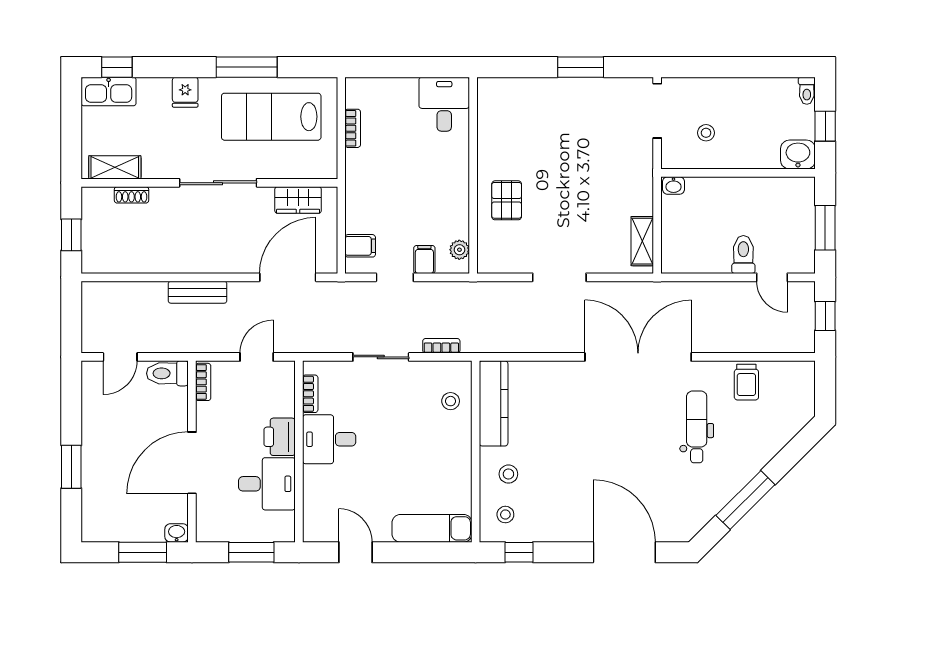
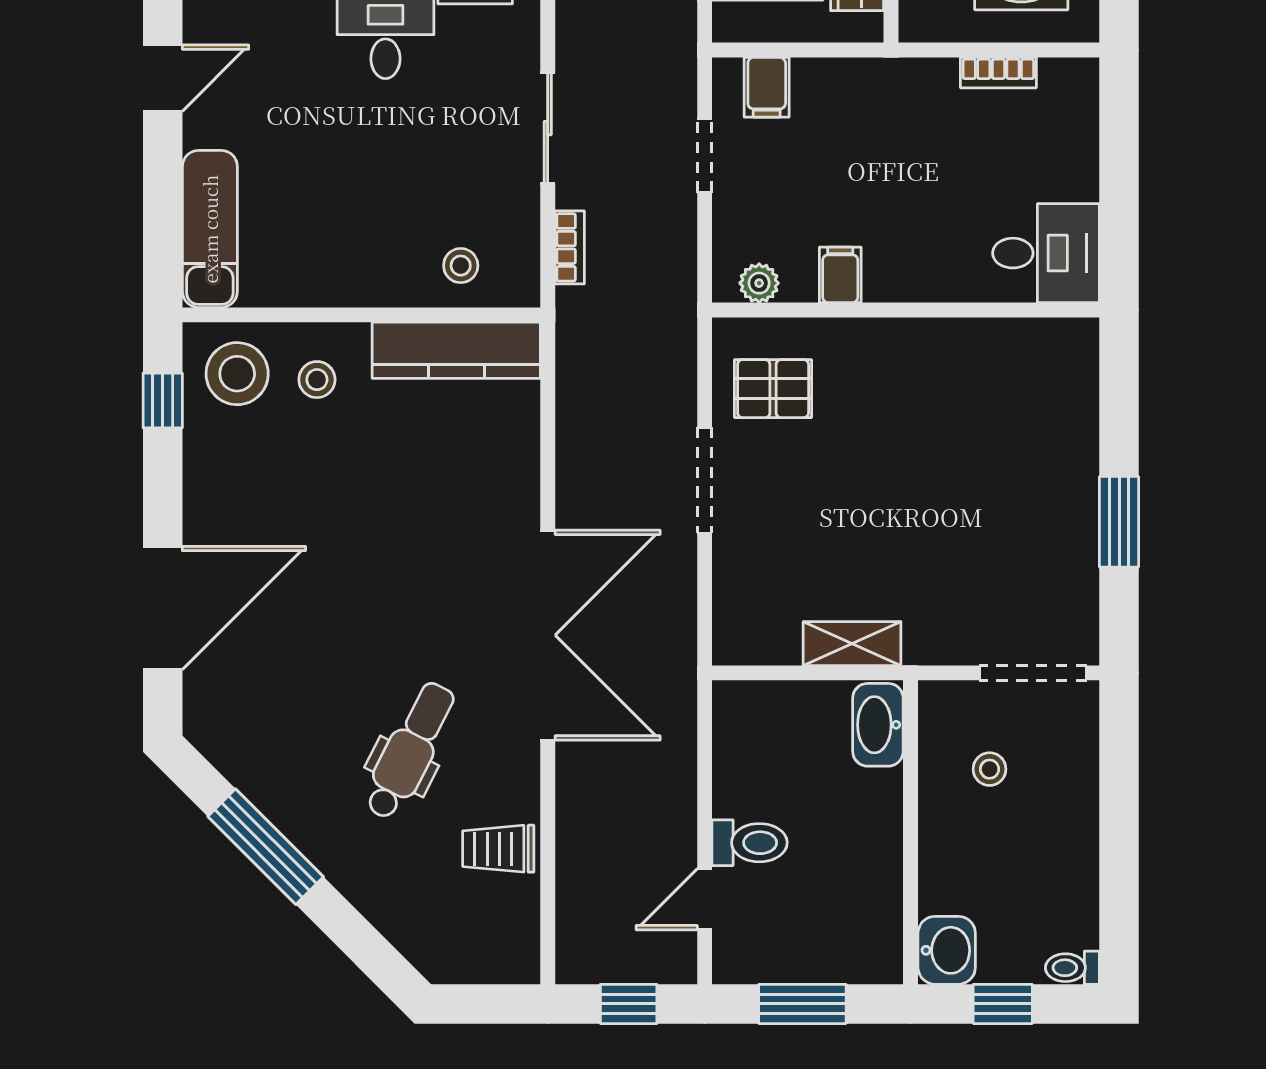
washbasin: (673, 185) -> (878, 725), width x1.91, depth x1.45
pallet: (507, 200) -> (773, 389), moved
shelving: (642, 241) -> (852, 644), moved
filing cabinet: (424, 260) -> (840, 275), moved, turned -90
dental chair: (697, 427) -> (410, 751), turned -63
stool: (505, 515) -> (237, 374), width x1.89, depth x1.89

